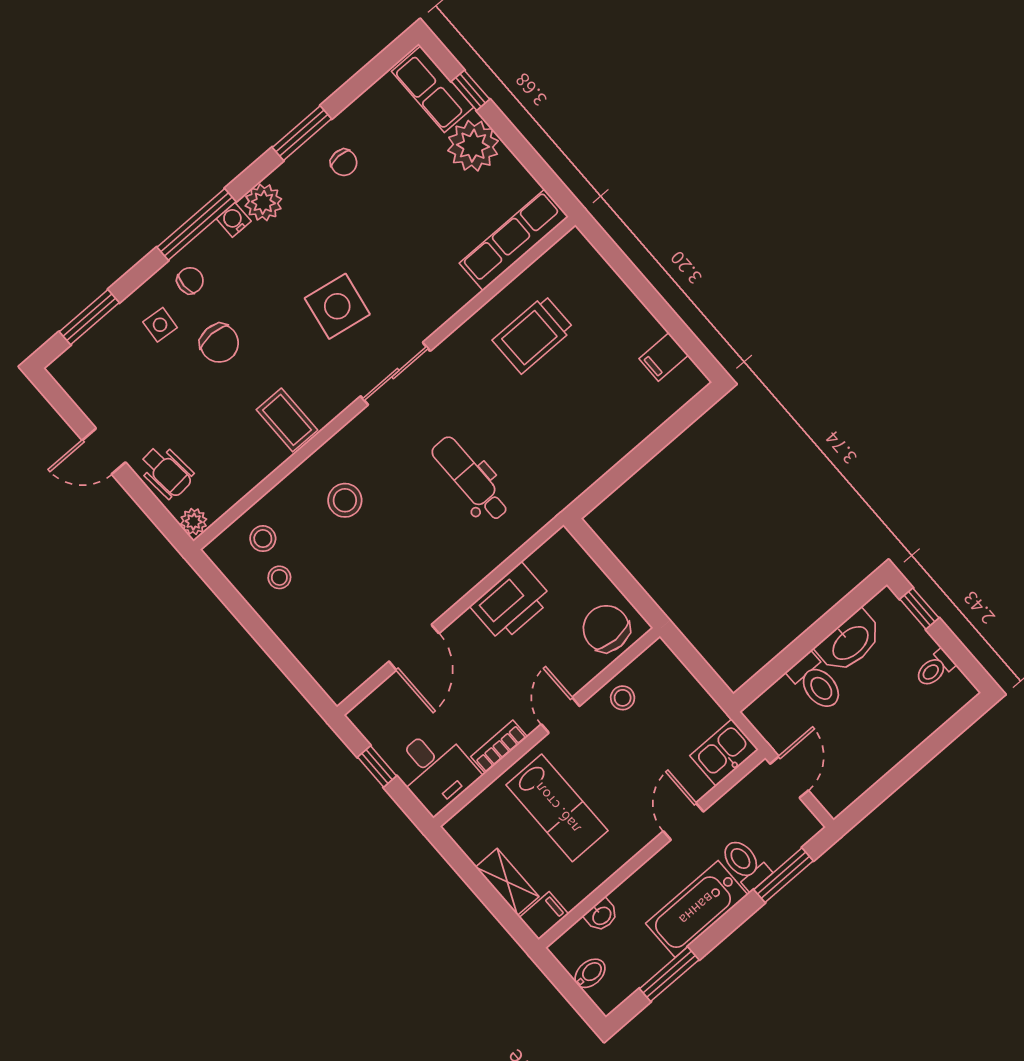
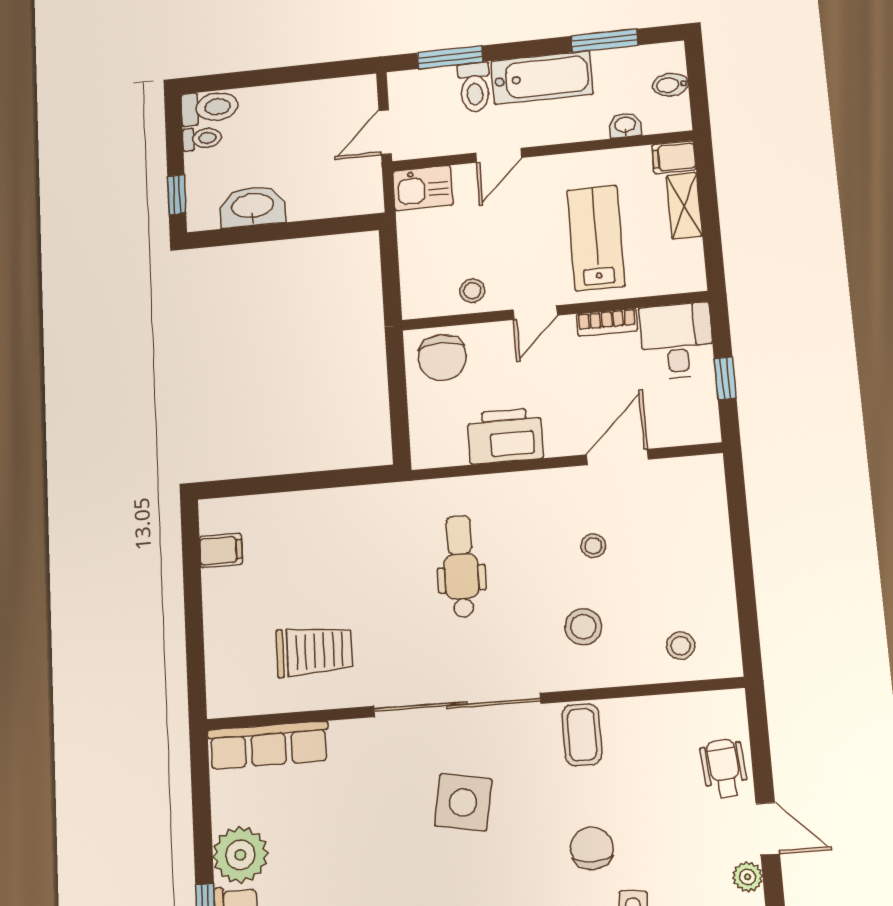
sliding door: (395, 374) -> (457, 705), width x1.86
dental chair: (470, 479) -> (461, 566), turned 180
plant: (194, 522) -> (748, 877), moved
stool: (279, 577) -> (593, 546), moved
toilet: (816, 682) -> (210, 108), moved, turned 90

